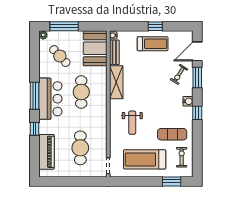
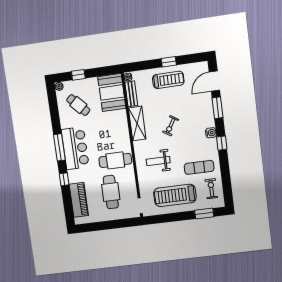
window: (64, 26) -> (78, 75), width x0.46
exercise bike: (179, 74) -> (171, 126), moved
cafe table: (81, 92) -> (115, 160), moved, turned 90
weight bench: (132, 123) -> (158, 161), turned 90

